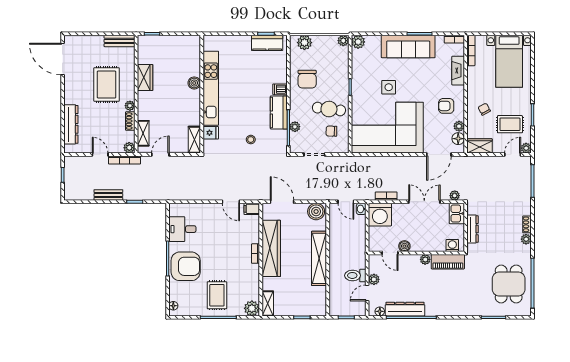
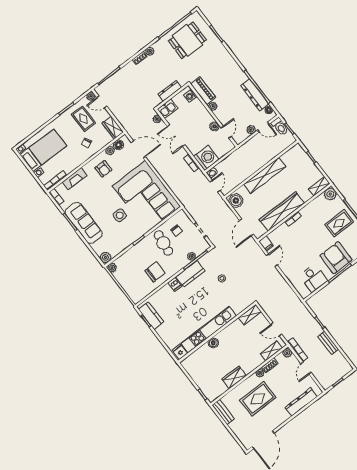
plant: (304, 43) -> (133, 292), removed
fridge: (211, 133) -> (180, 352), moved
toilet: (355, 275) -> (280, 127), moved

